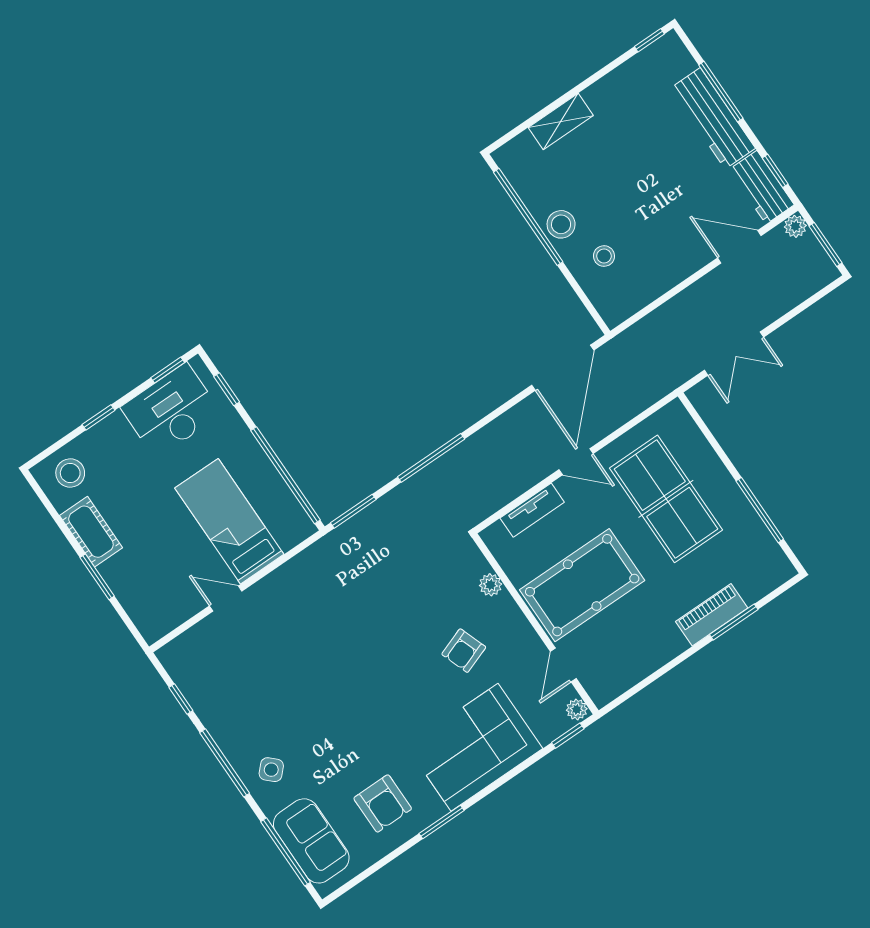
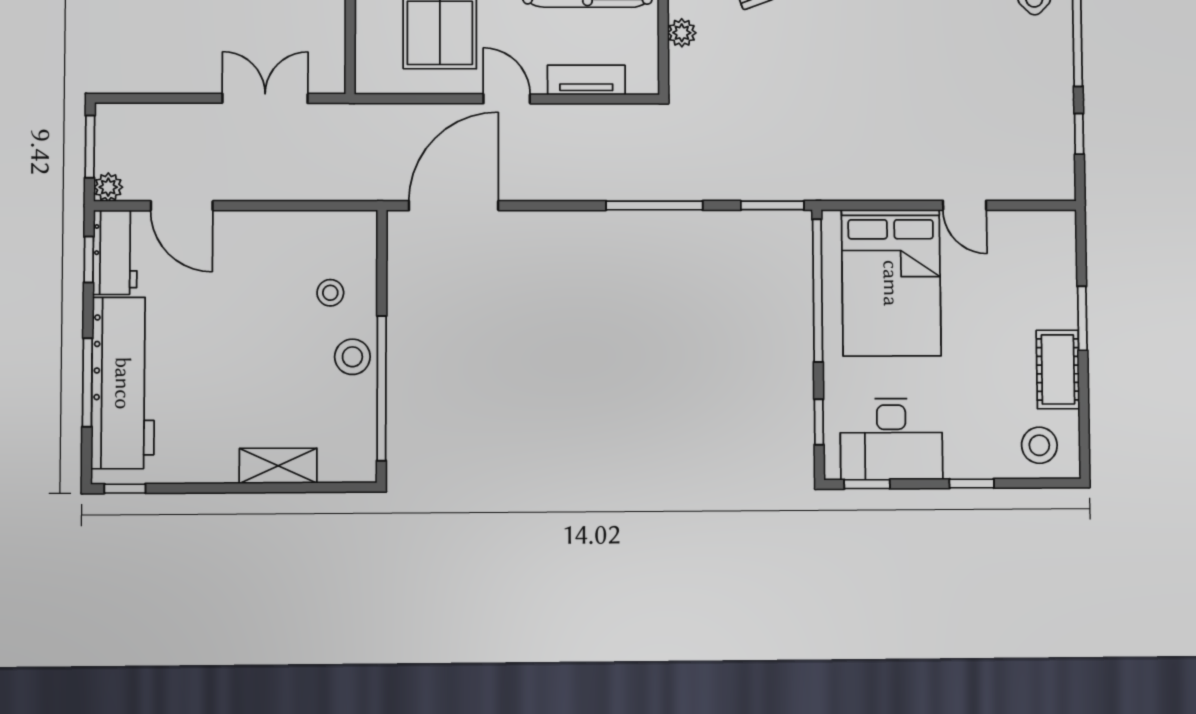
workbench: (713, 118) -> (123, 383), width x1.36, depth x1.32
bed: (229, 521) -> (891, 283), width x1.50

